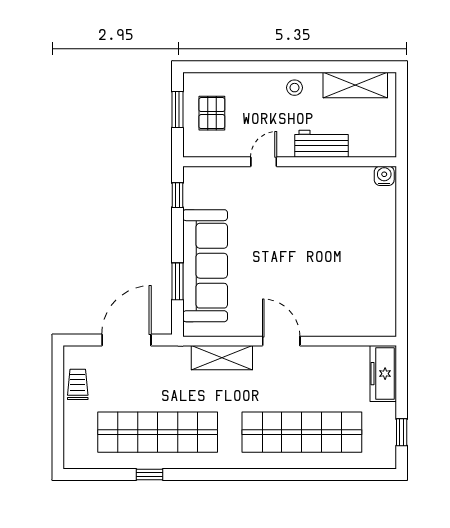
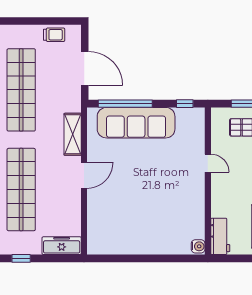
workbench: (322, 144) -> (220, 236), moved
window: (177, 281) -> (125, 104), width x2.11

